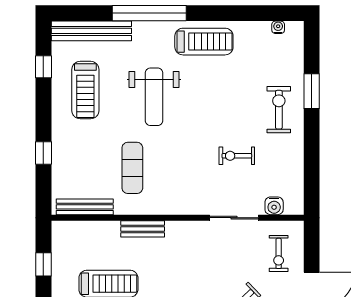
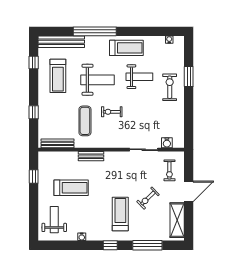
weight bench: (227, 91) -> (139, 77), added
weight bench: (154, 97) -> (97, 80), turned -90
exercise bike: (237, 156) -> (112, 112), moved

